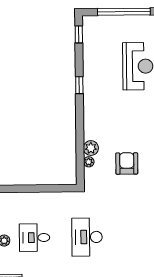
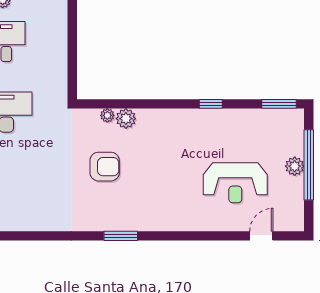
plant: (125, 22) -> (295, 166), added
window: (79, 34) -> (279, 104), width x1.50

